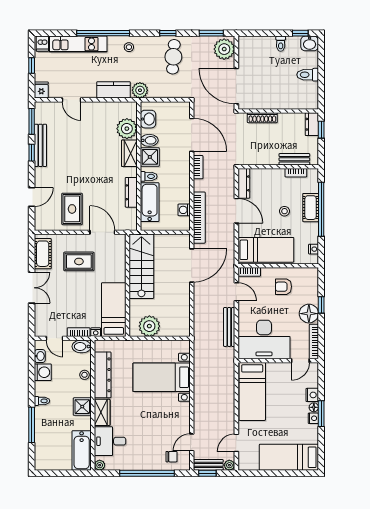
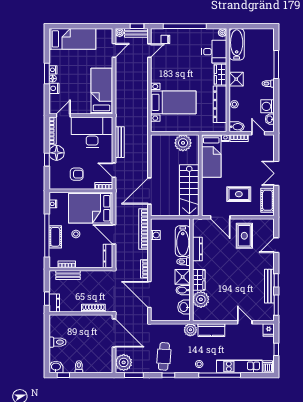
bed: (266, 250) -> (91, 208), width x1.50

